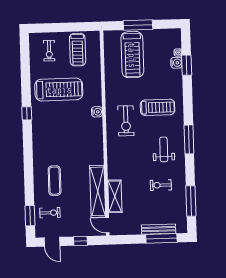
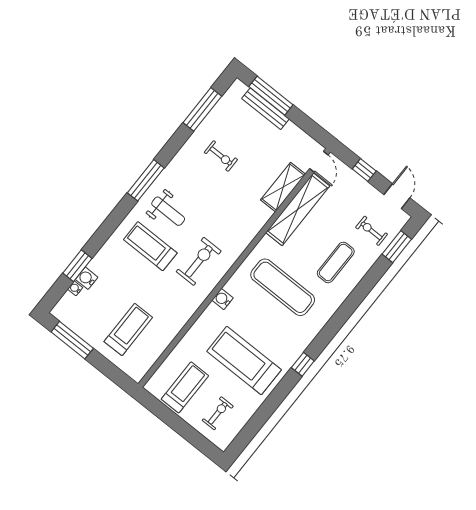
window: (138, 25) -> (72, 340), moved
treadmill: (132, 55) -> (128, 329), width x0.73, depth x0.73
exercise mat: (71, 144) -> (283, 287), added
weight bench: (164, 149) -> (168, 211), moved, turned -90

